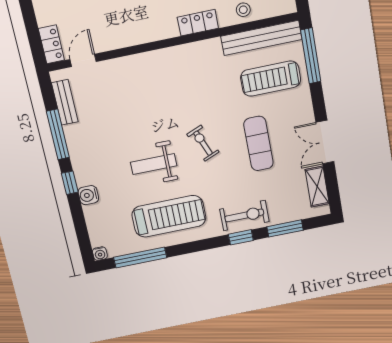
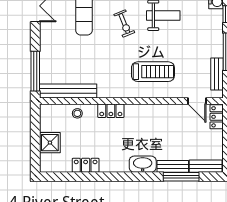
door: (83, 60) -> (197, 101), hinge flipped
treadmill: (271, 79) -> (153, 72), moved

